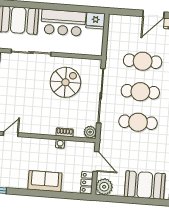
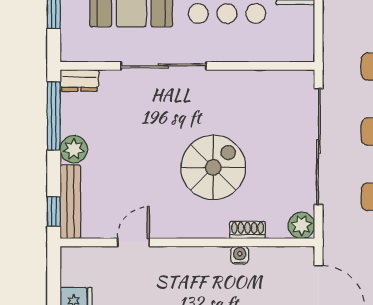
spiral stairs: (65, 82) -> (213, 167), moved

